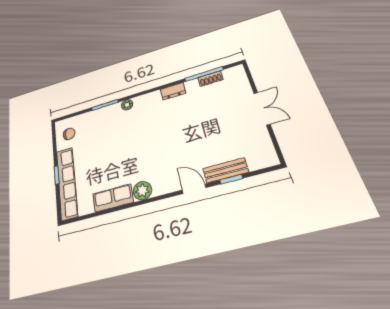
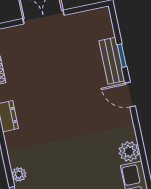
door: (194, 189) -> (130, 95), hinge flipped

